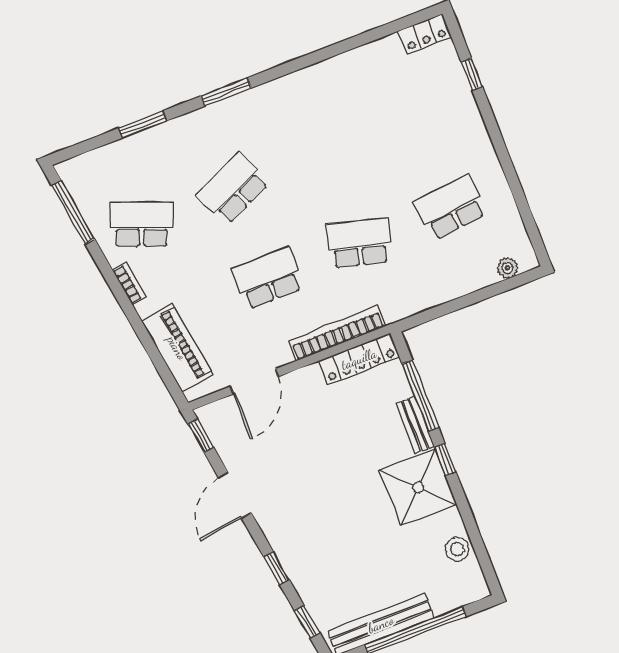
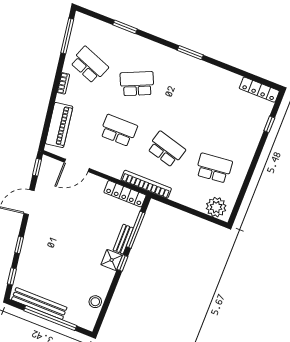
locker: (424, 34) -> (259, 90), width x1.53
window: (226, 92) -> (190, 53), moved
plant: (508, 268) -> (216, 207), width x1.88, depth x1.88
bookcase: (337, 333) -> (146, 184), moved
shower: (418, 487) -> (112, 260), width x0.54, depth x0.54

